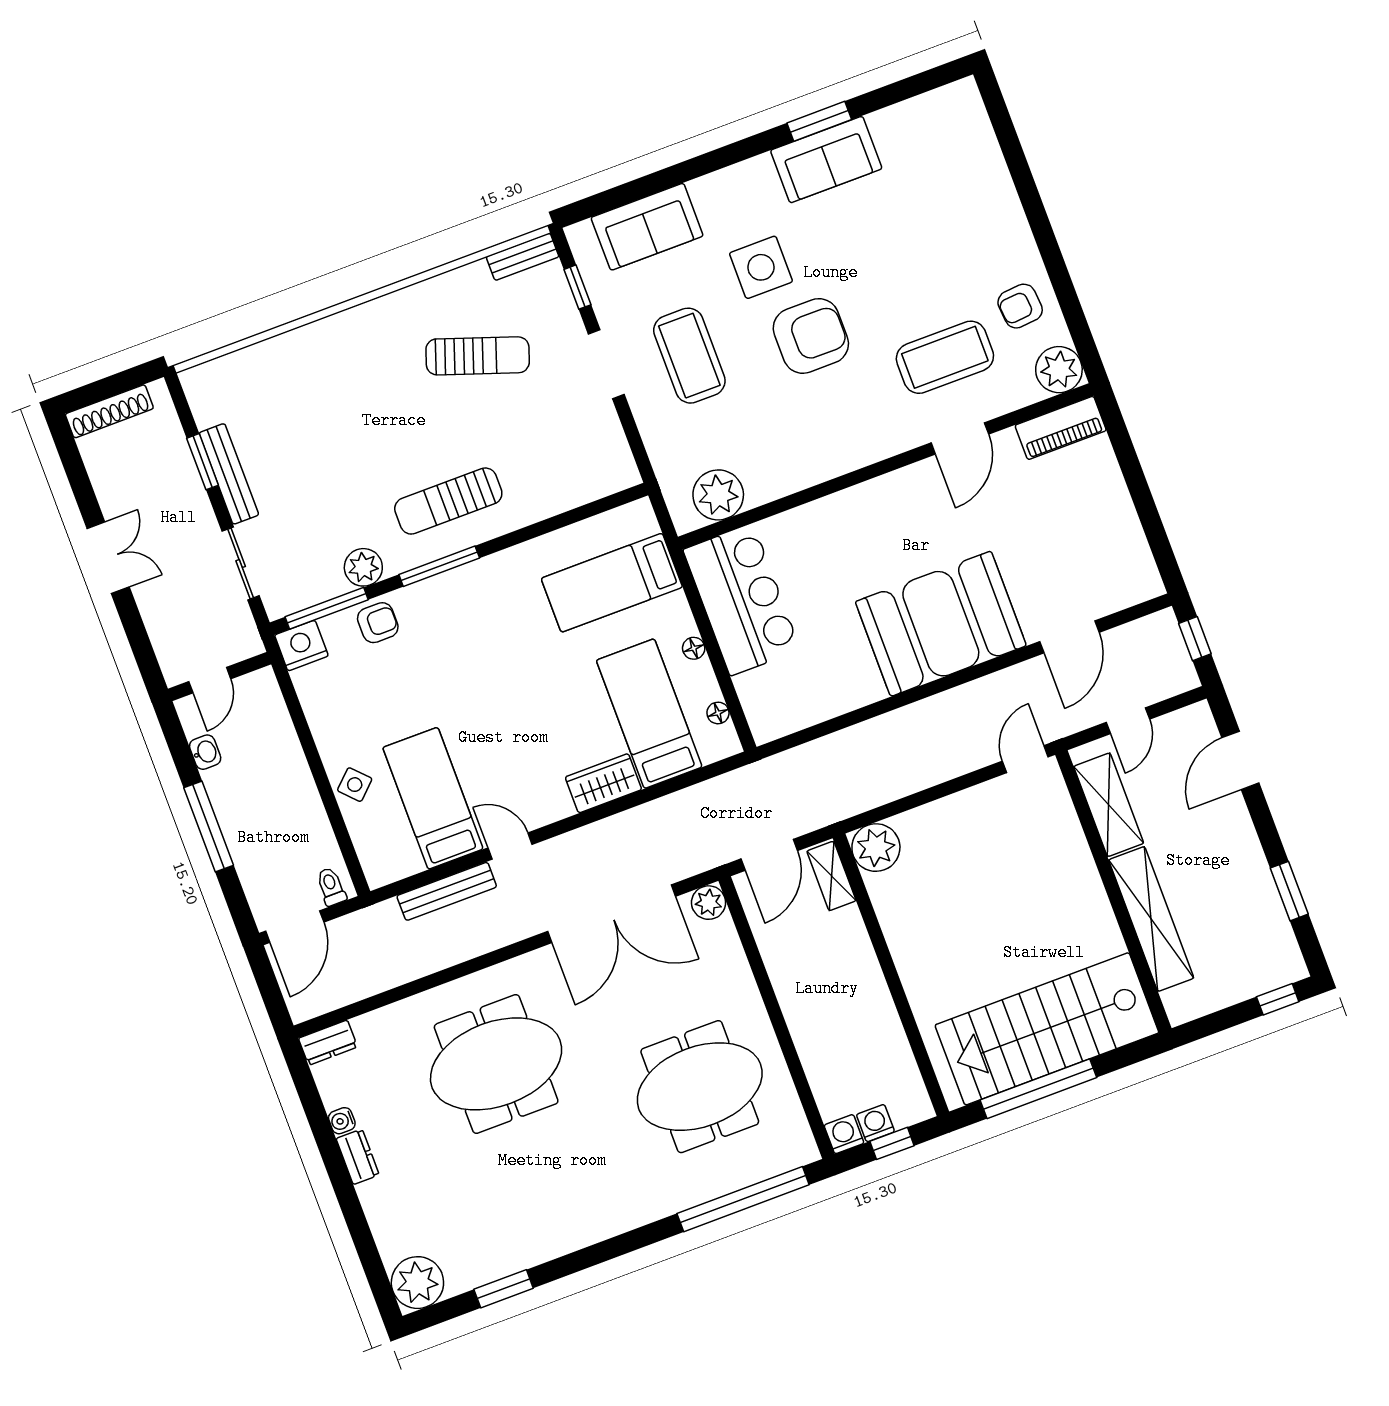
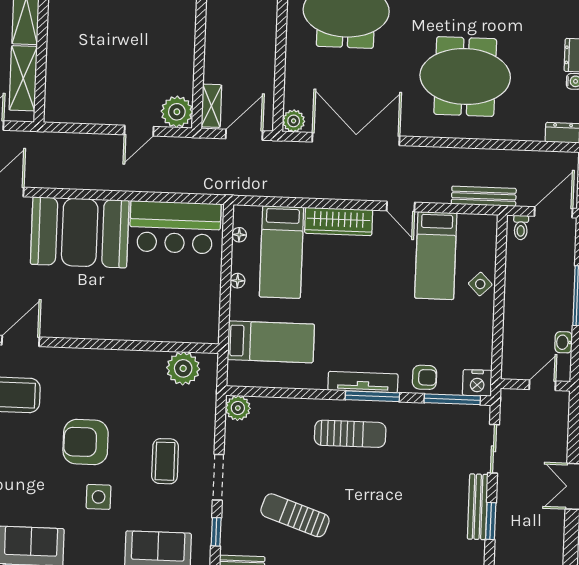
side table: (761, 267) -> (99, 497), width x0.73, depth x0.73
coffee table: (689, 356) -> (165, 461), width x0.73, depth x0.76
plant: (363, 567) -> (238, 408), moved
tv unit: (461, 580) -> (363, 382), added
bar counter: (742, 600) -> (175, 227), moved, turned -90
armchair: (378, 623) -> (425, 377), turned 180
door: (1025, 759) -> (139, 131), moved
wardrobe: (603, 783) -> (339, 221), width x1.50
bench: (447, 891) -> (484, 196), moved

